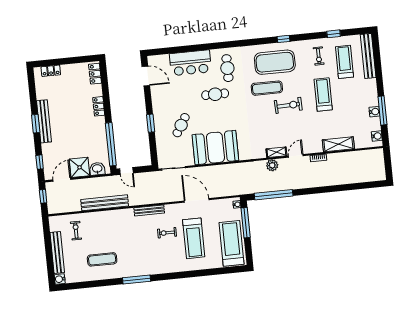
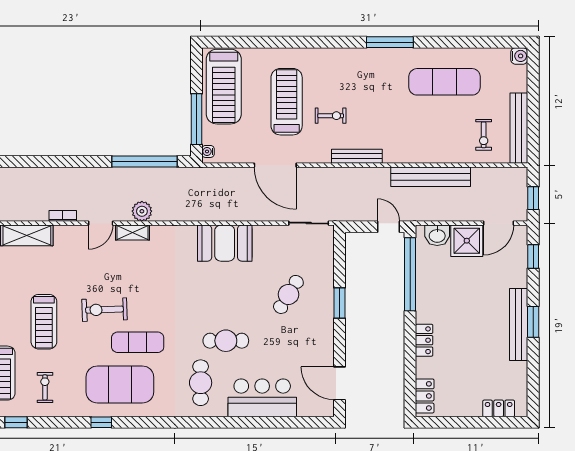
booth: (215, 148) -> (225, 243), width x0.73, depth x0.70
bench: (57, 253) -> (519, 128), moved
exercise mat: (102, 259) -> (445, 82), width x1.36, depth x1.45

